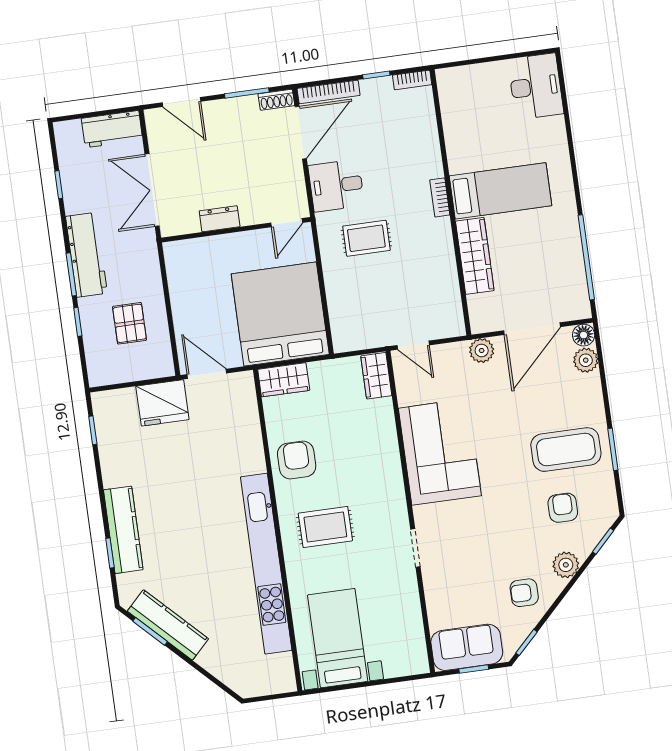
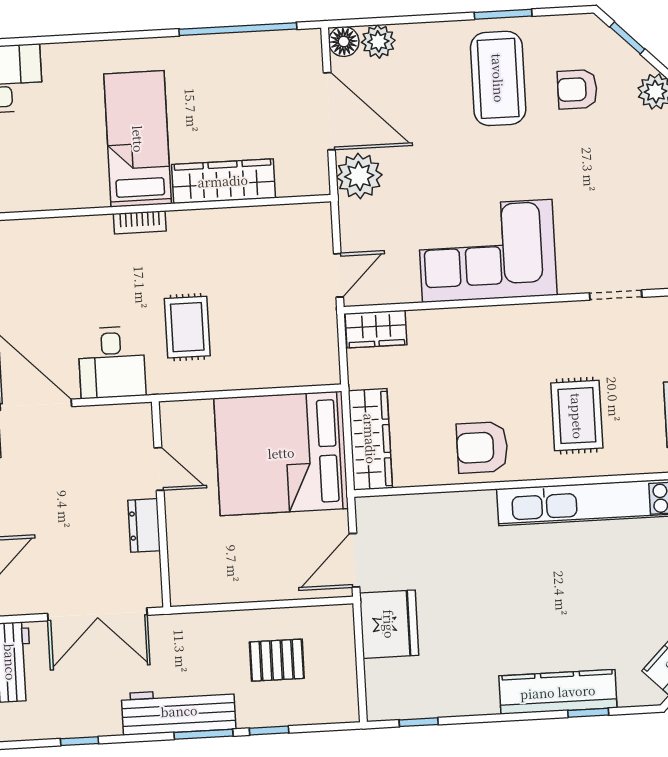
door: (287, 223) -> (159, 469), moved
plant: (482, 350) -> (359, 176), width x1.36, depth x1.36
wardrobe: (284, 380) -> (370, 439), width x1.50

